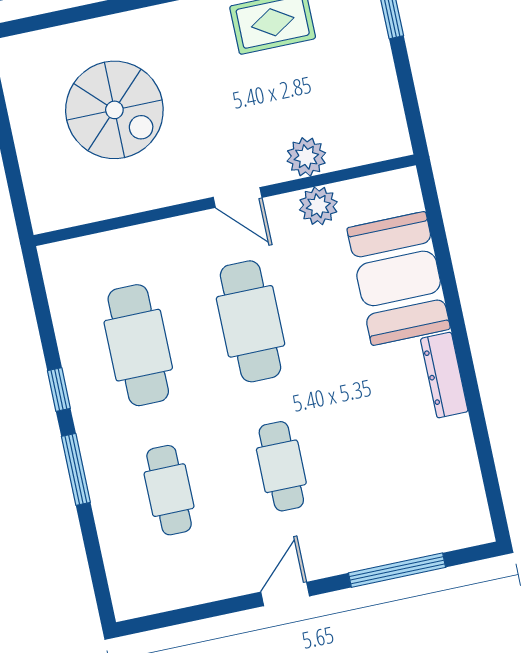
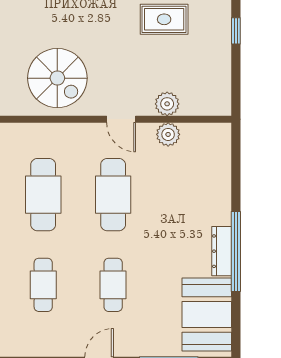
spiral stairs: (114, 110) -> (57, 78), moved
booth: (399, 278) -> (207, 315), moved
window: (467, 371) -> (236, 251), added

